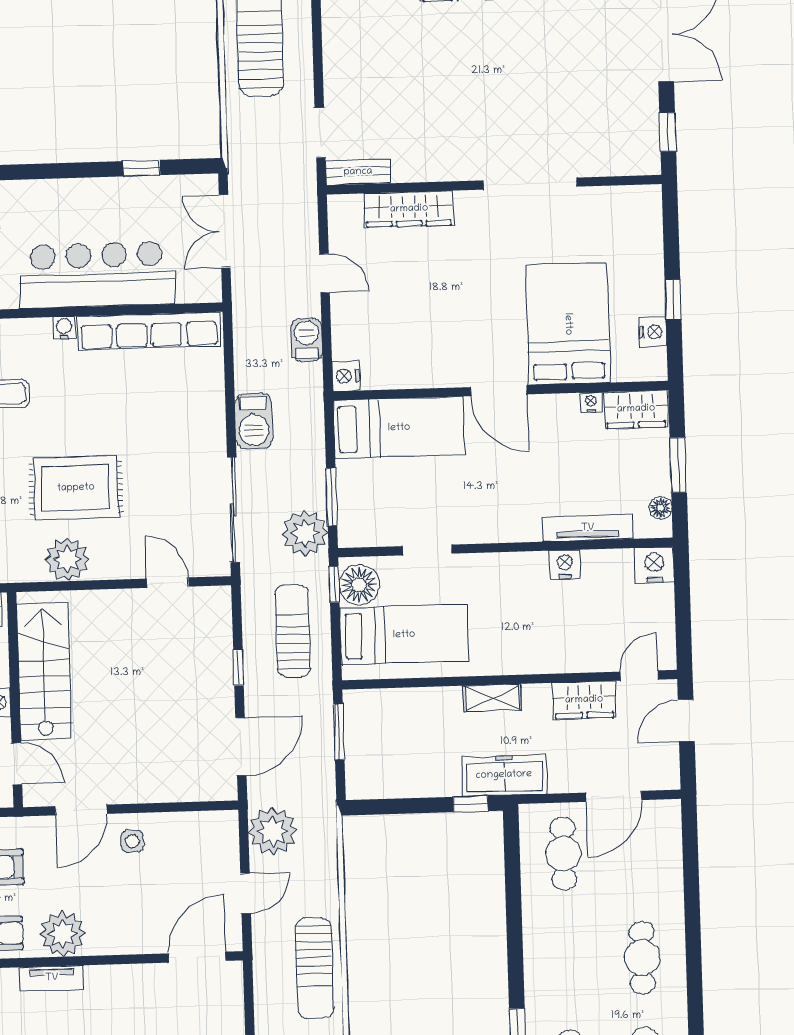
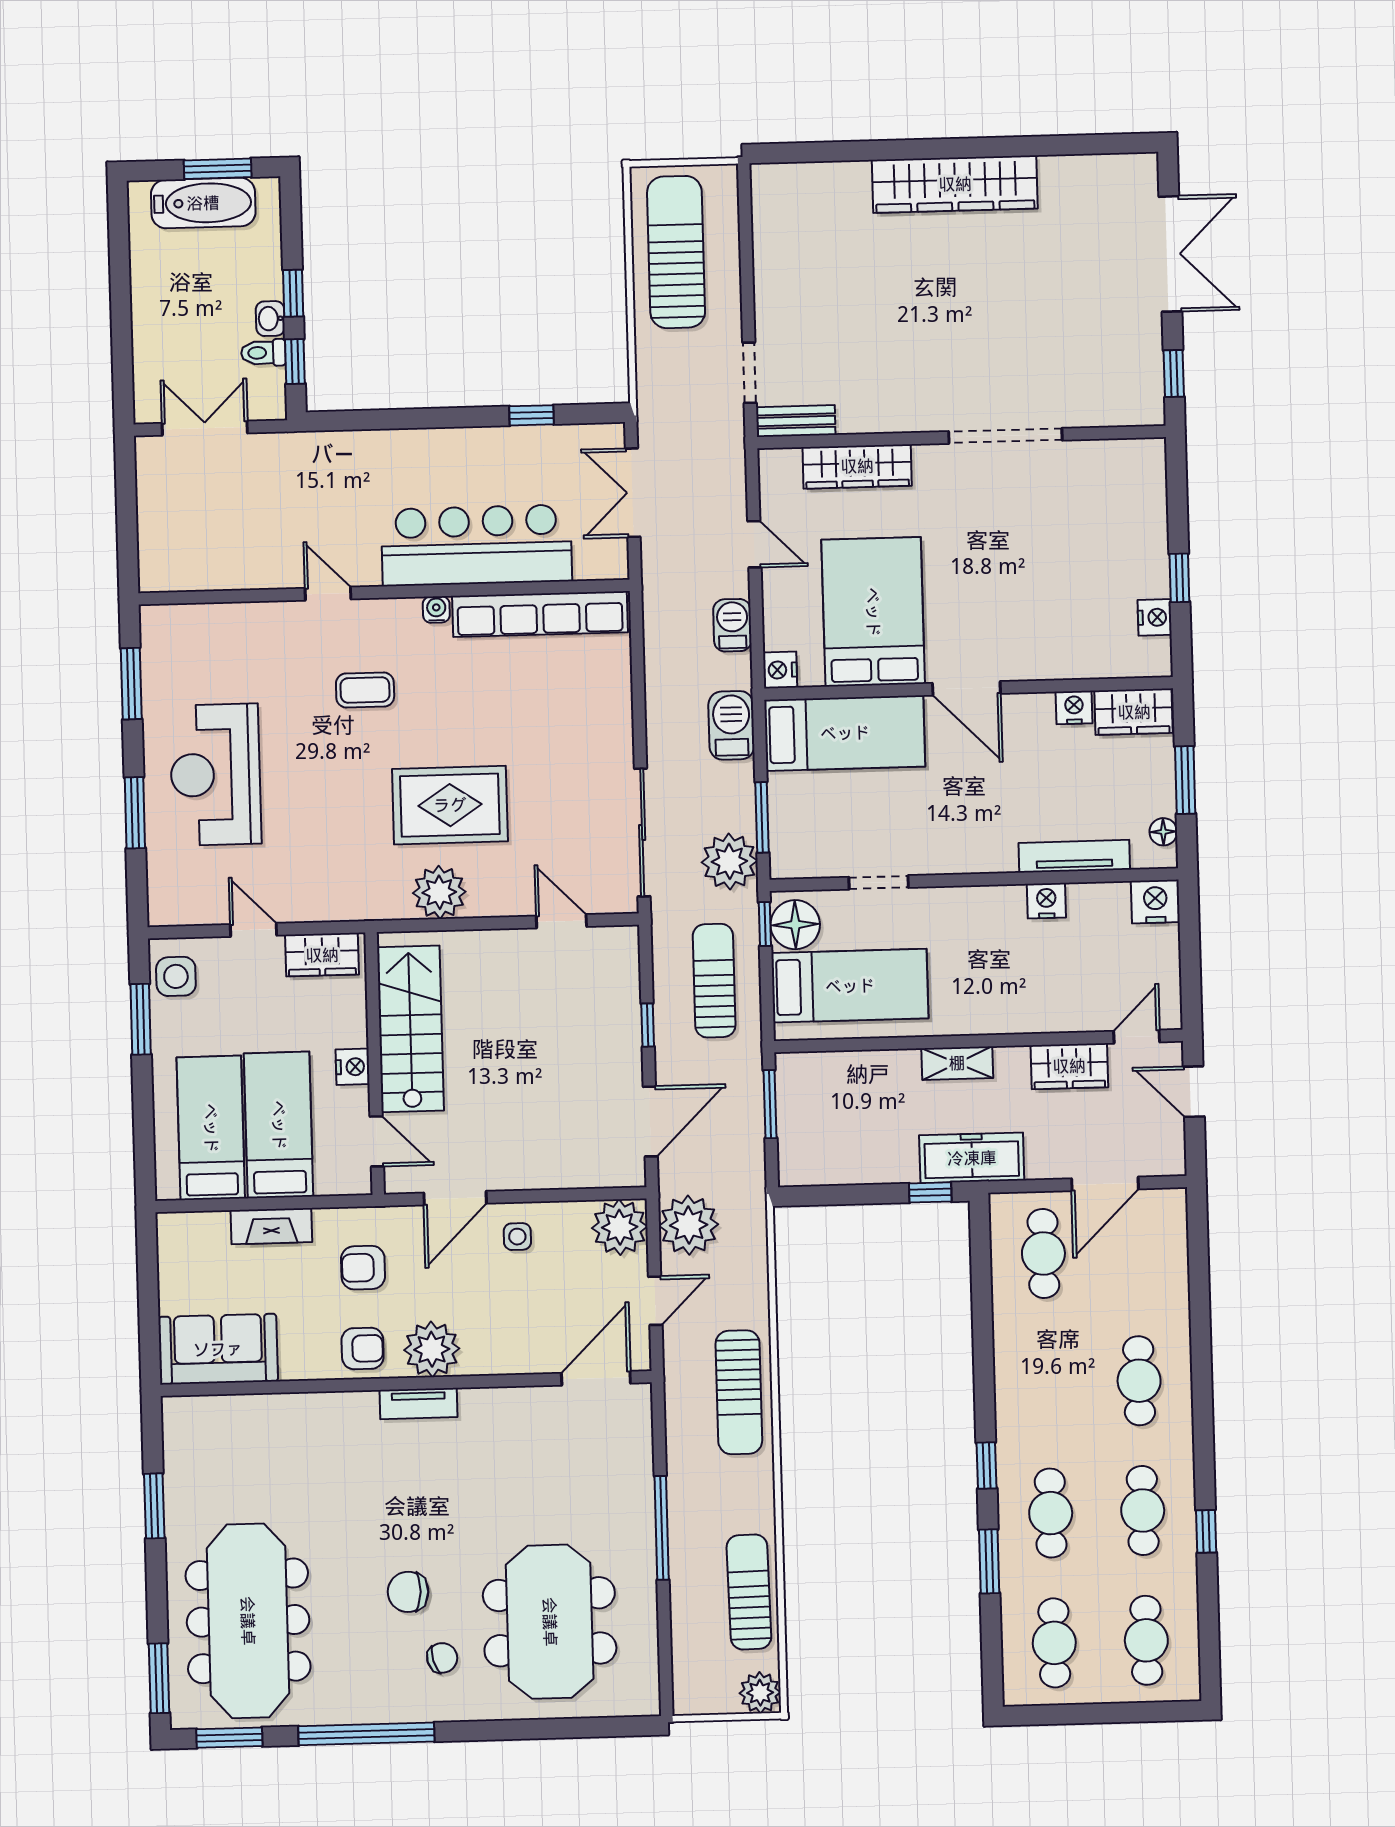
bed: (568, 324) -> (873, 612), moved
nightstand: (591, 402) -> (1074, 707), width x1.39, depth x1.35
barbecue: (254, 421) -> (731, 725), moved, turned 180
door: (686, 720) -> (1194, 1092), hinge flipped
plant: (216, 833) -> (620, 1227), added

